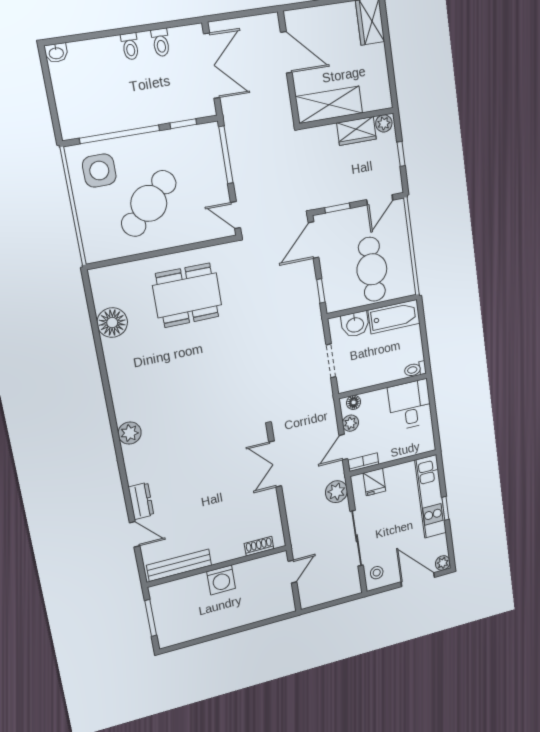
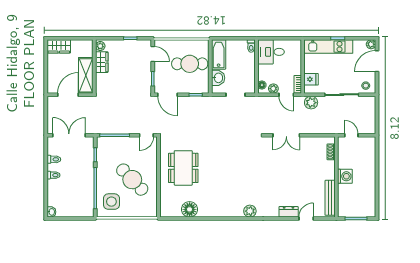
shelving: (329, 105) -> (86, 75), moved
wall: (347, 118) -> (94, 66), moved
plant: (384, 123) -> (100, 46), moved
wardrobe: (356, 131) -> (102, 62), moved

